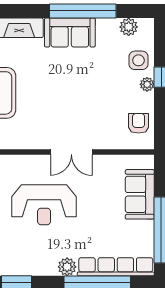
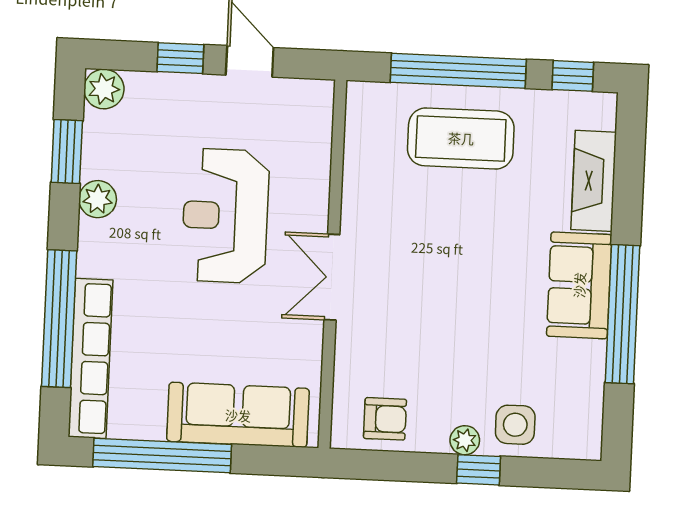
plant: (129, 27) -> (585, 407), removed
sofa: (140, 194) -> (238, 415), width x1.36
plant: (67, 267) -> (98, 199), moved

